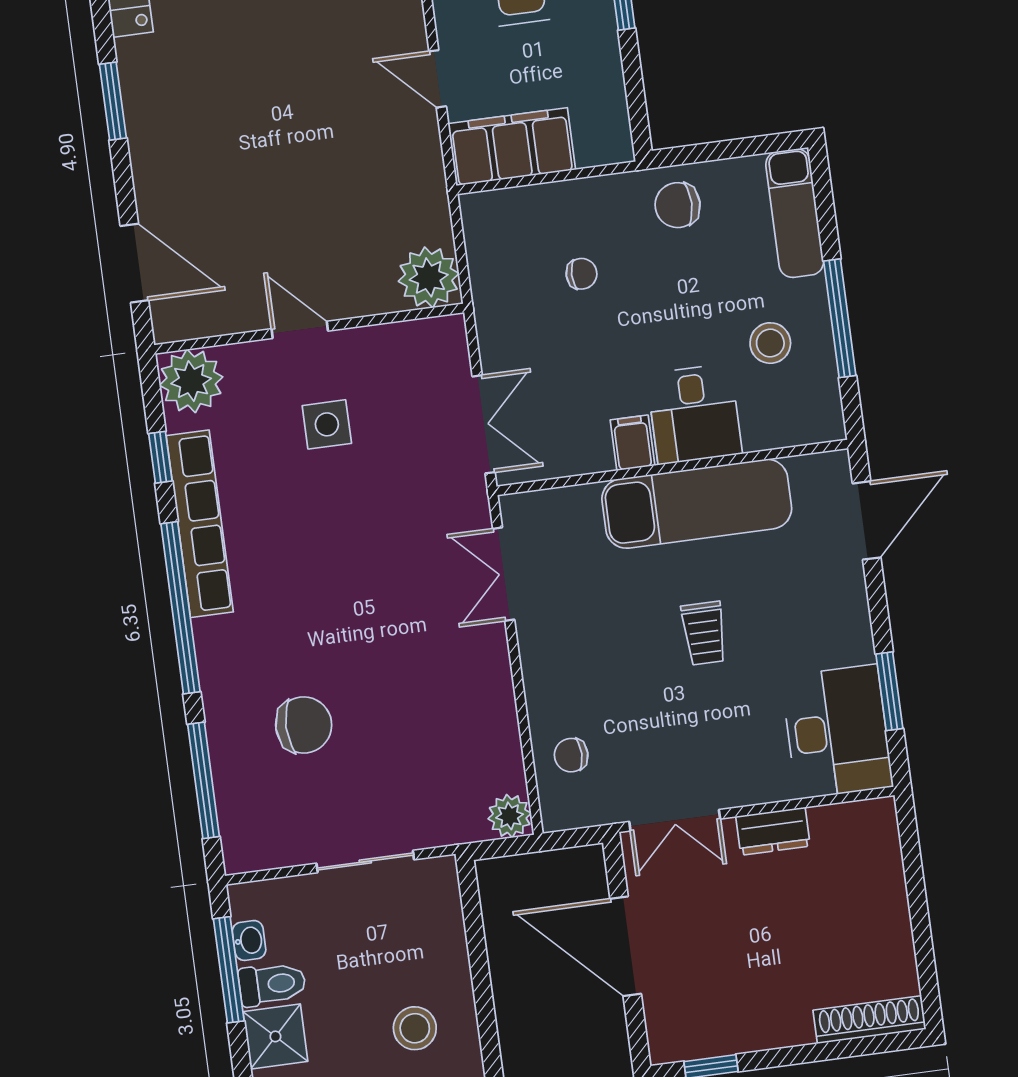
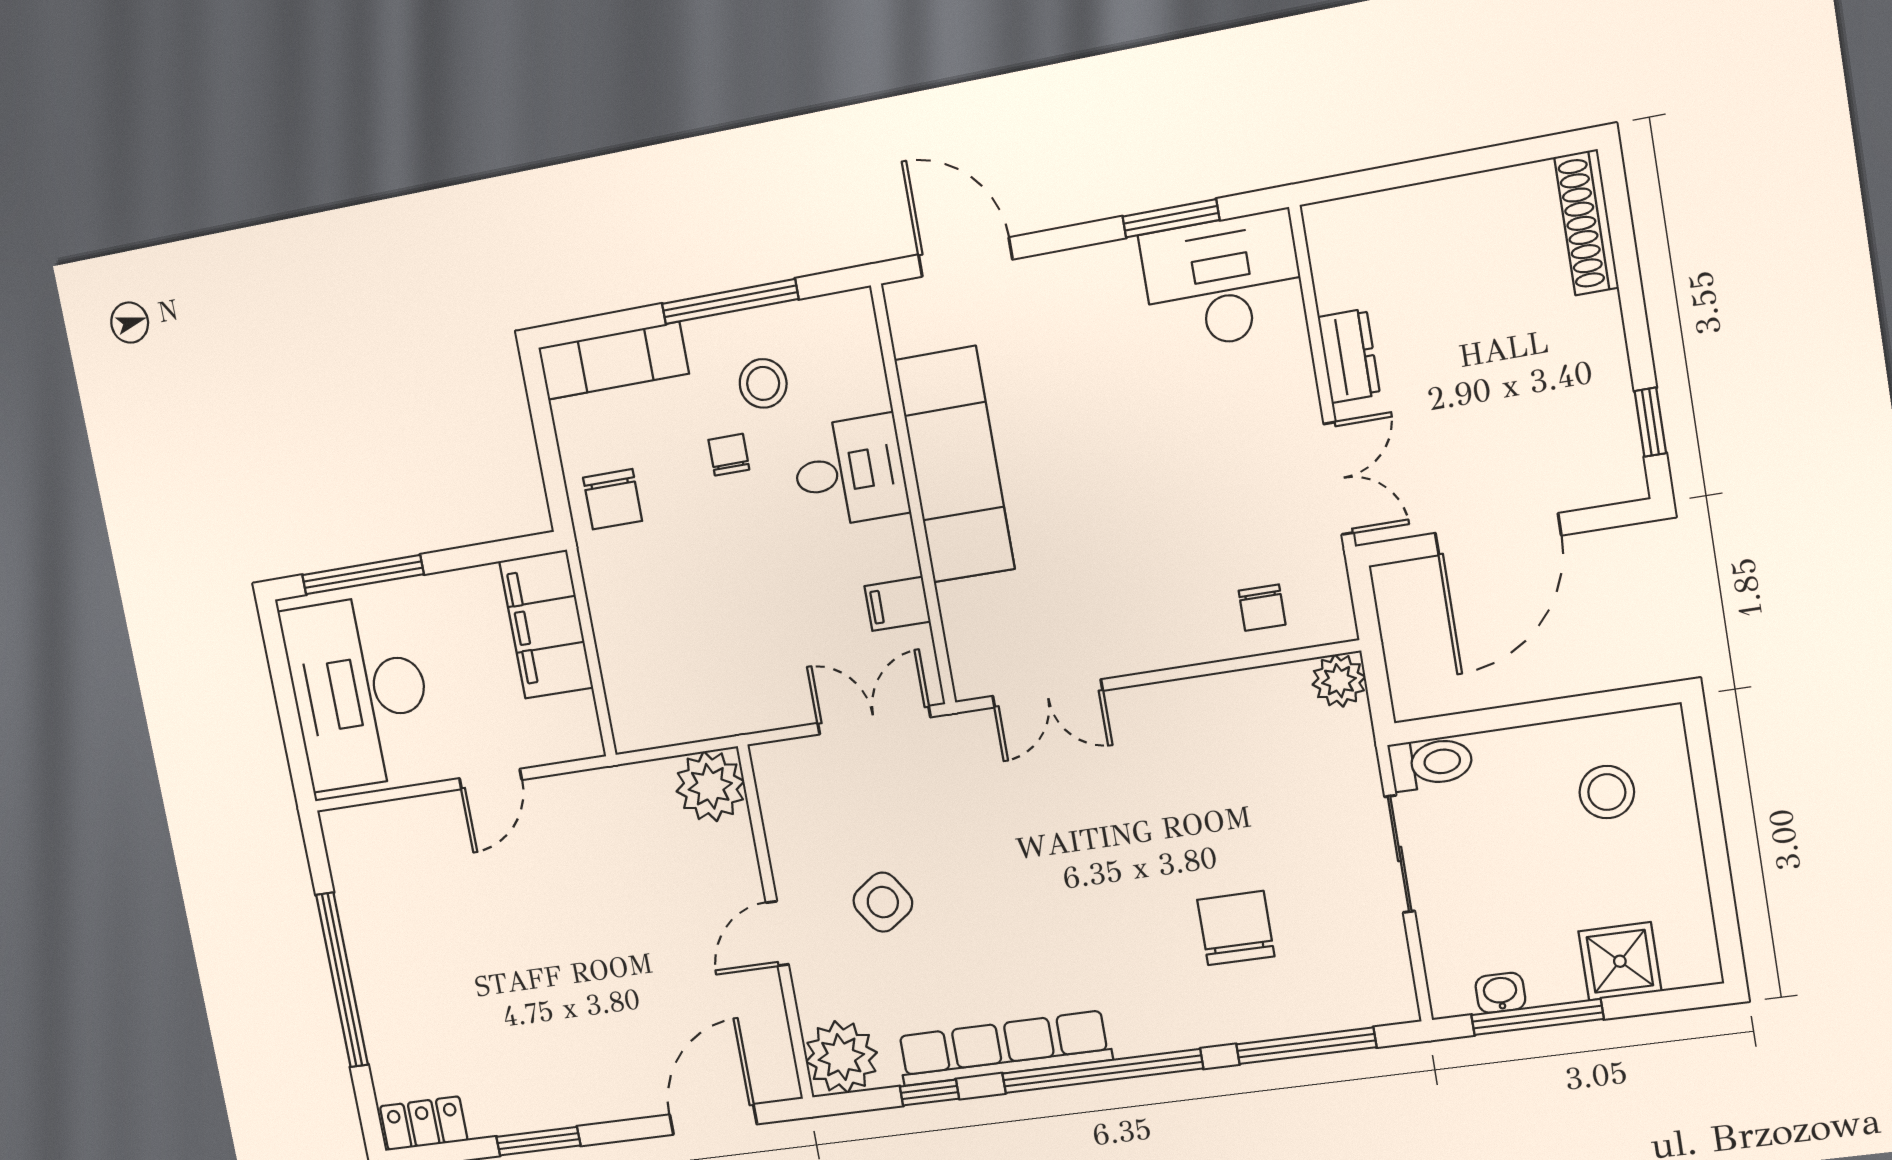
filing cabinet: (512, 147) -> (546, 624), moved
chair: (581, 274) -> (729, 455), moved
side table: (327, 424) -> (883, 902), turned -34
filing cabinet: (632, 443) -> (897, 604), moved
trolley: (704, 633) -> (1108, 450), removed
toilet: (272, 984) -> (1431, 763), moved, turned 90

